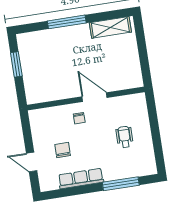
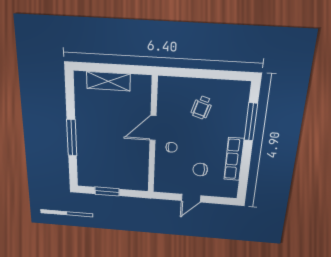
shelving: (110, 27) -> (108, 81), moved, turned 90
wheelchair: (124, 137) -> (202, 107), turned -73
door: (32, 162) -> (191, 198), moved

